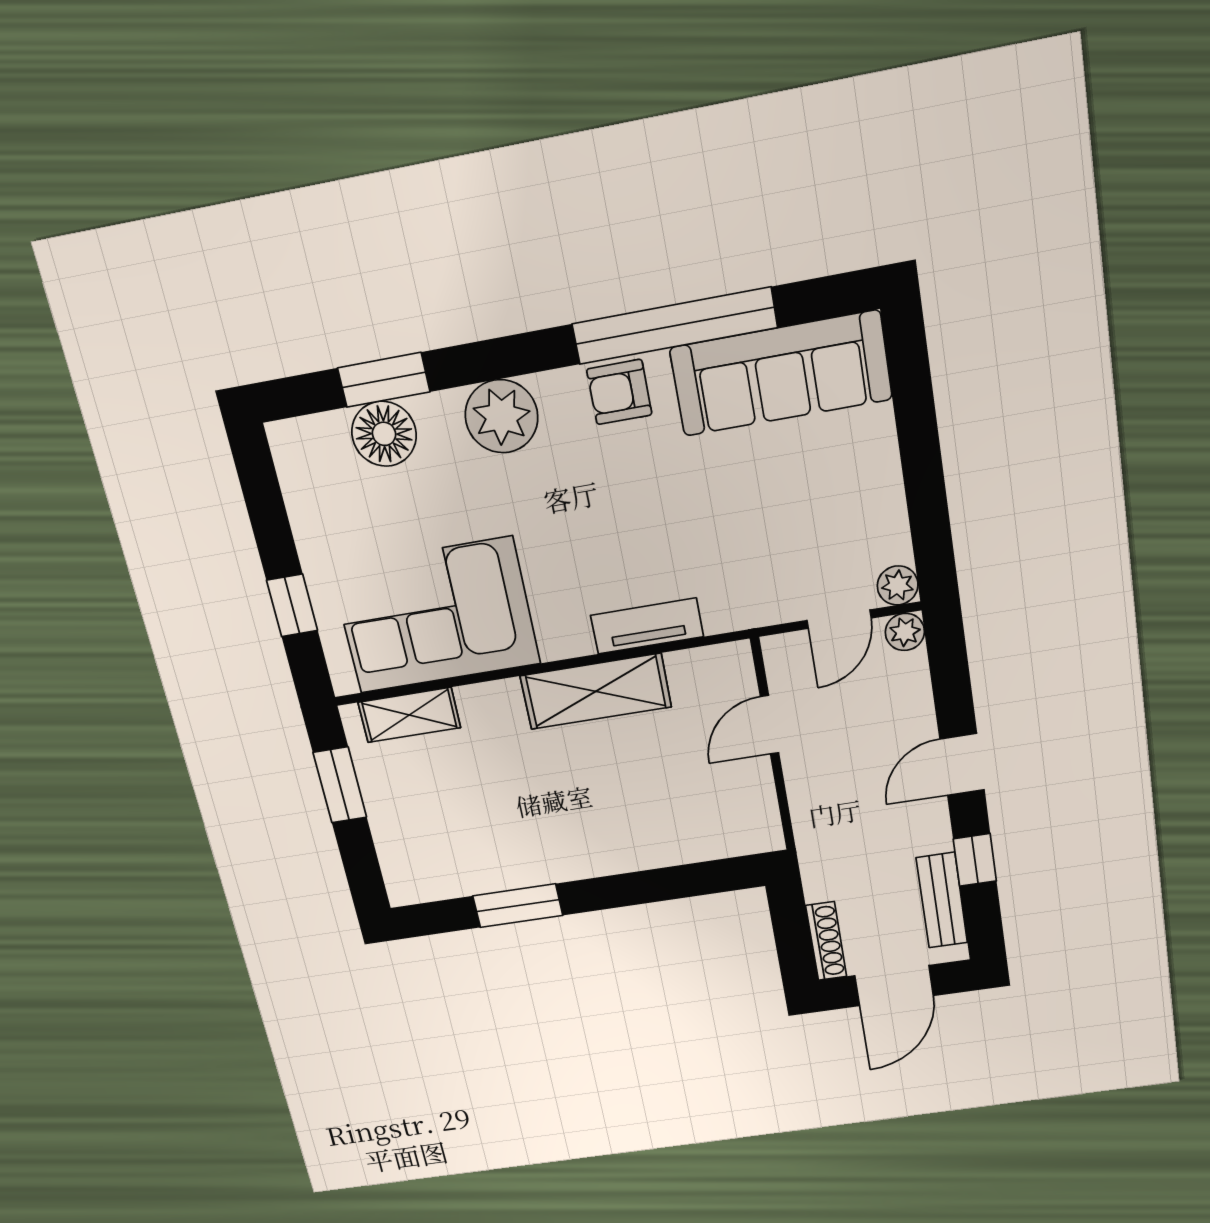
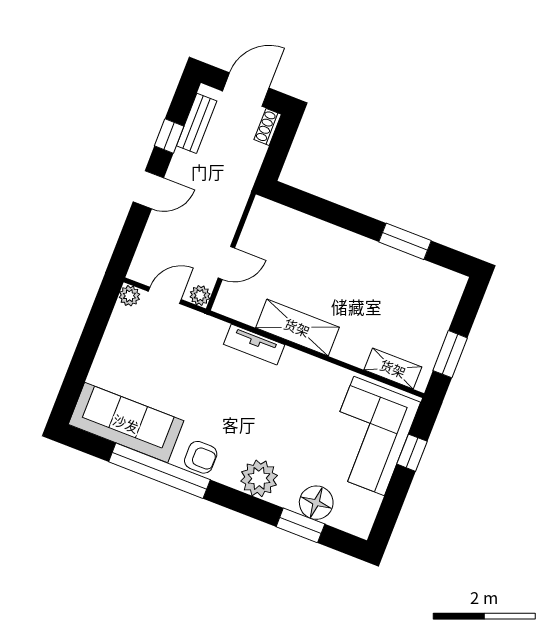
corner sofa: (436, 616) -> (369, 436), moved, turned 90
plant: (905, 632) -> (200, 295), moved
shoe rack: (826, 941) -> (268, 127), width x0.70

